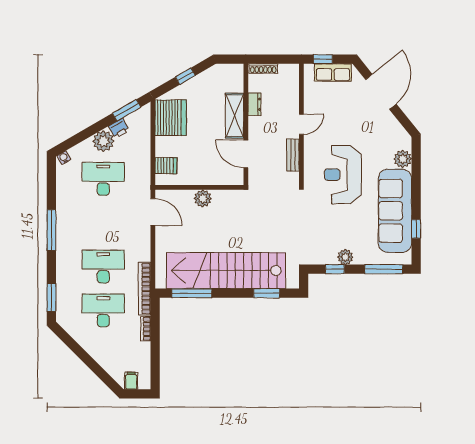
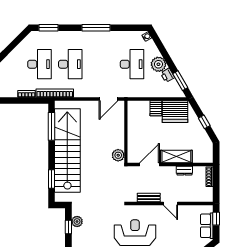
server rack: (166, 166) -> (156, 108), moved
plant: (203, 198) -> (118, 155), moved
plant: (345, 257) -> (77, 221), moved

